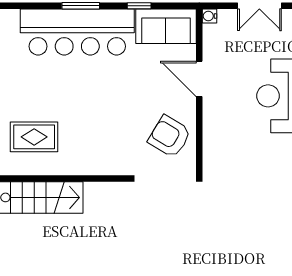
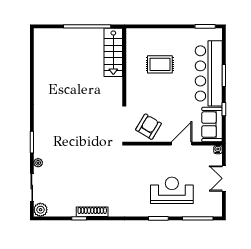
rug: (34, 137) -> (160, 64), moved, turned 90

